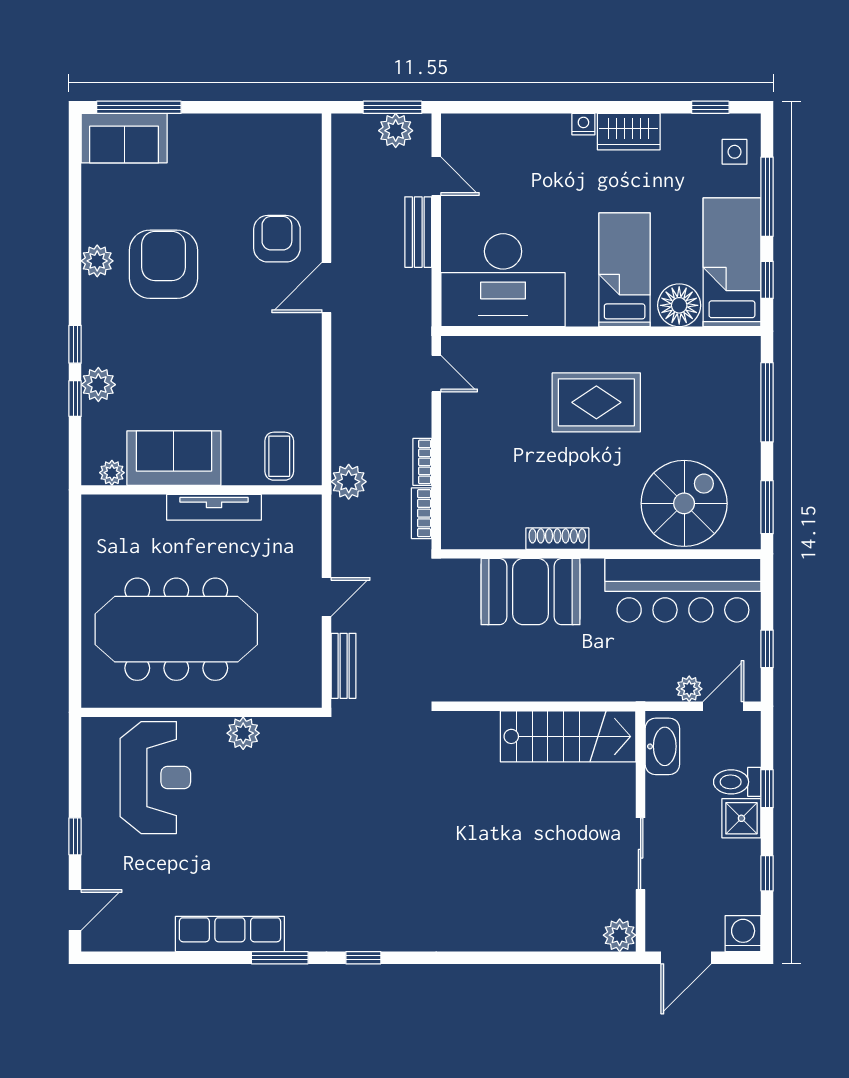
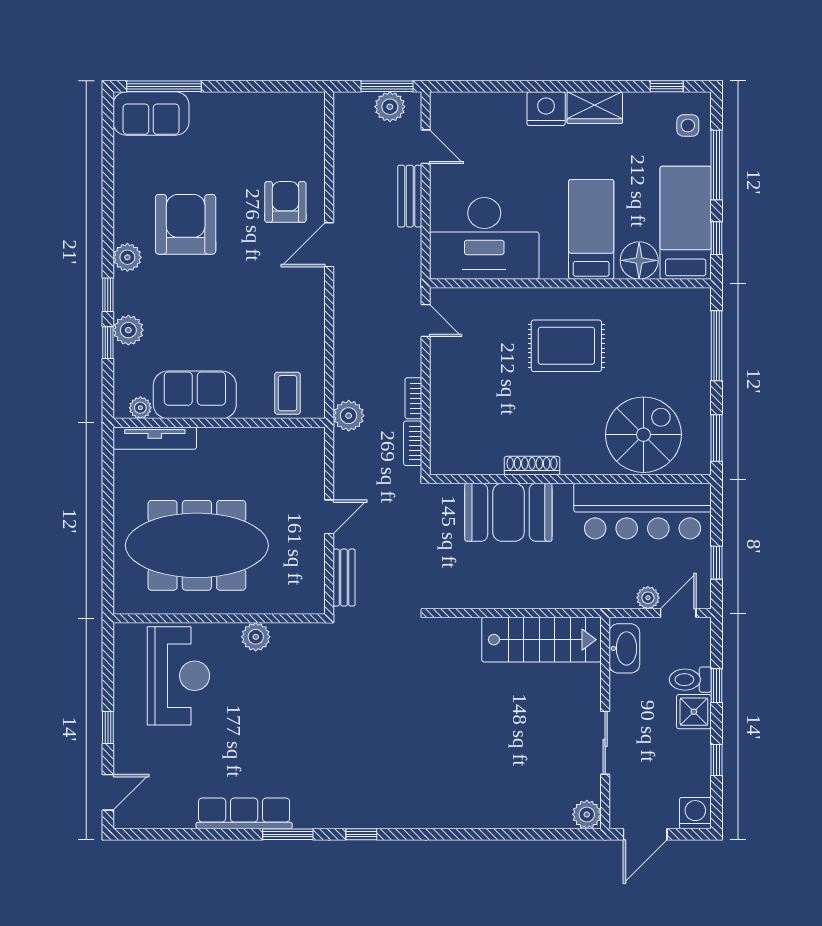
nightstand: (583, 124) -> (546, 109), width x1.89, depth x1.79
plant: (97, 261) -> (127, 257), moved
tv unit: (214, 507) -> (155, 438), moved

